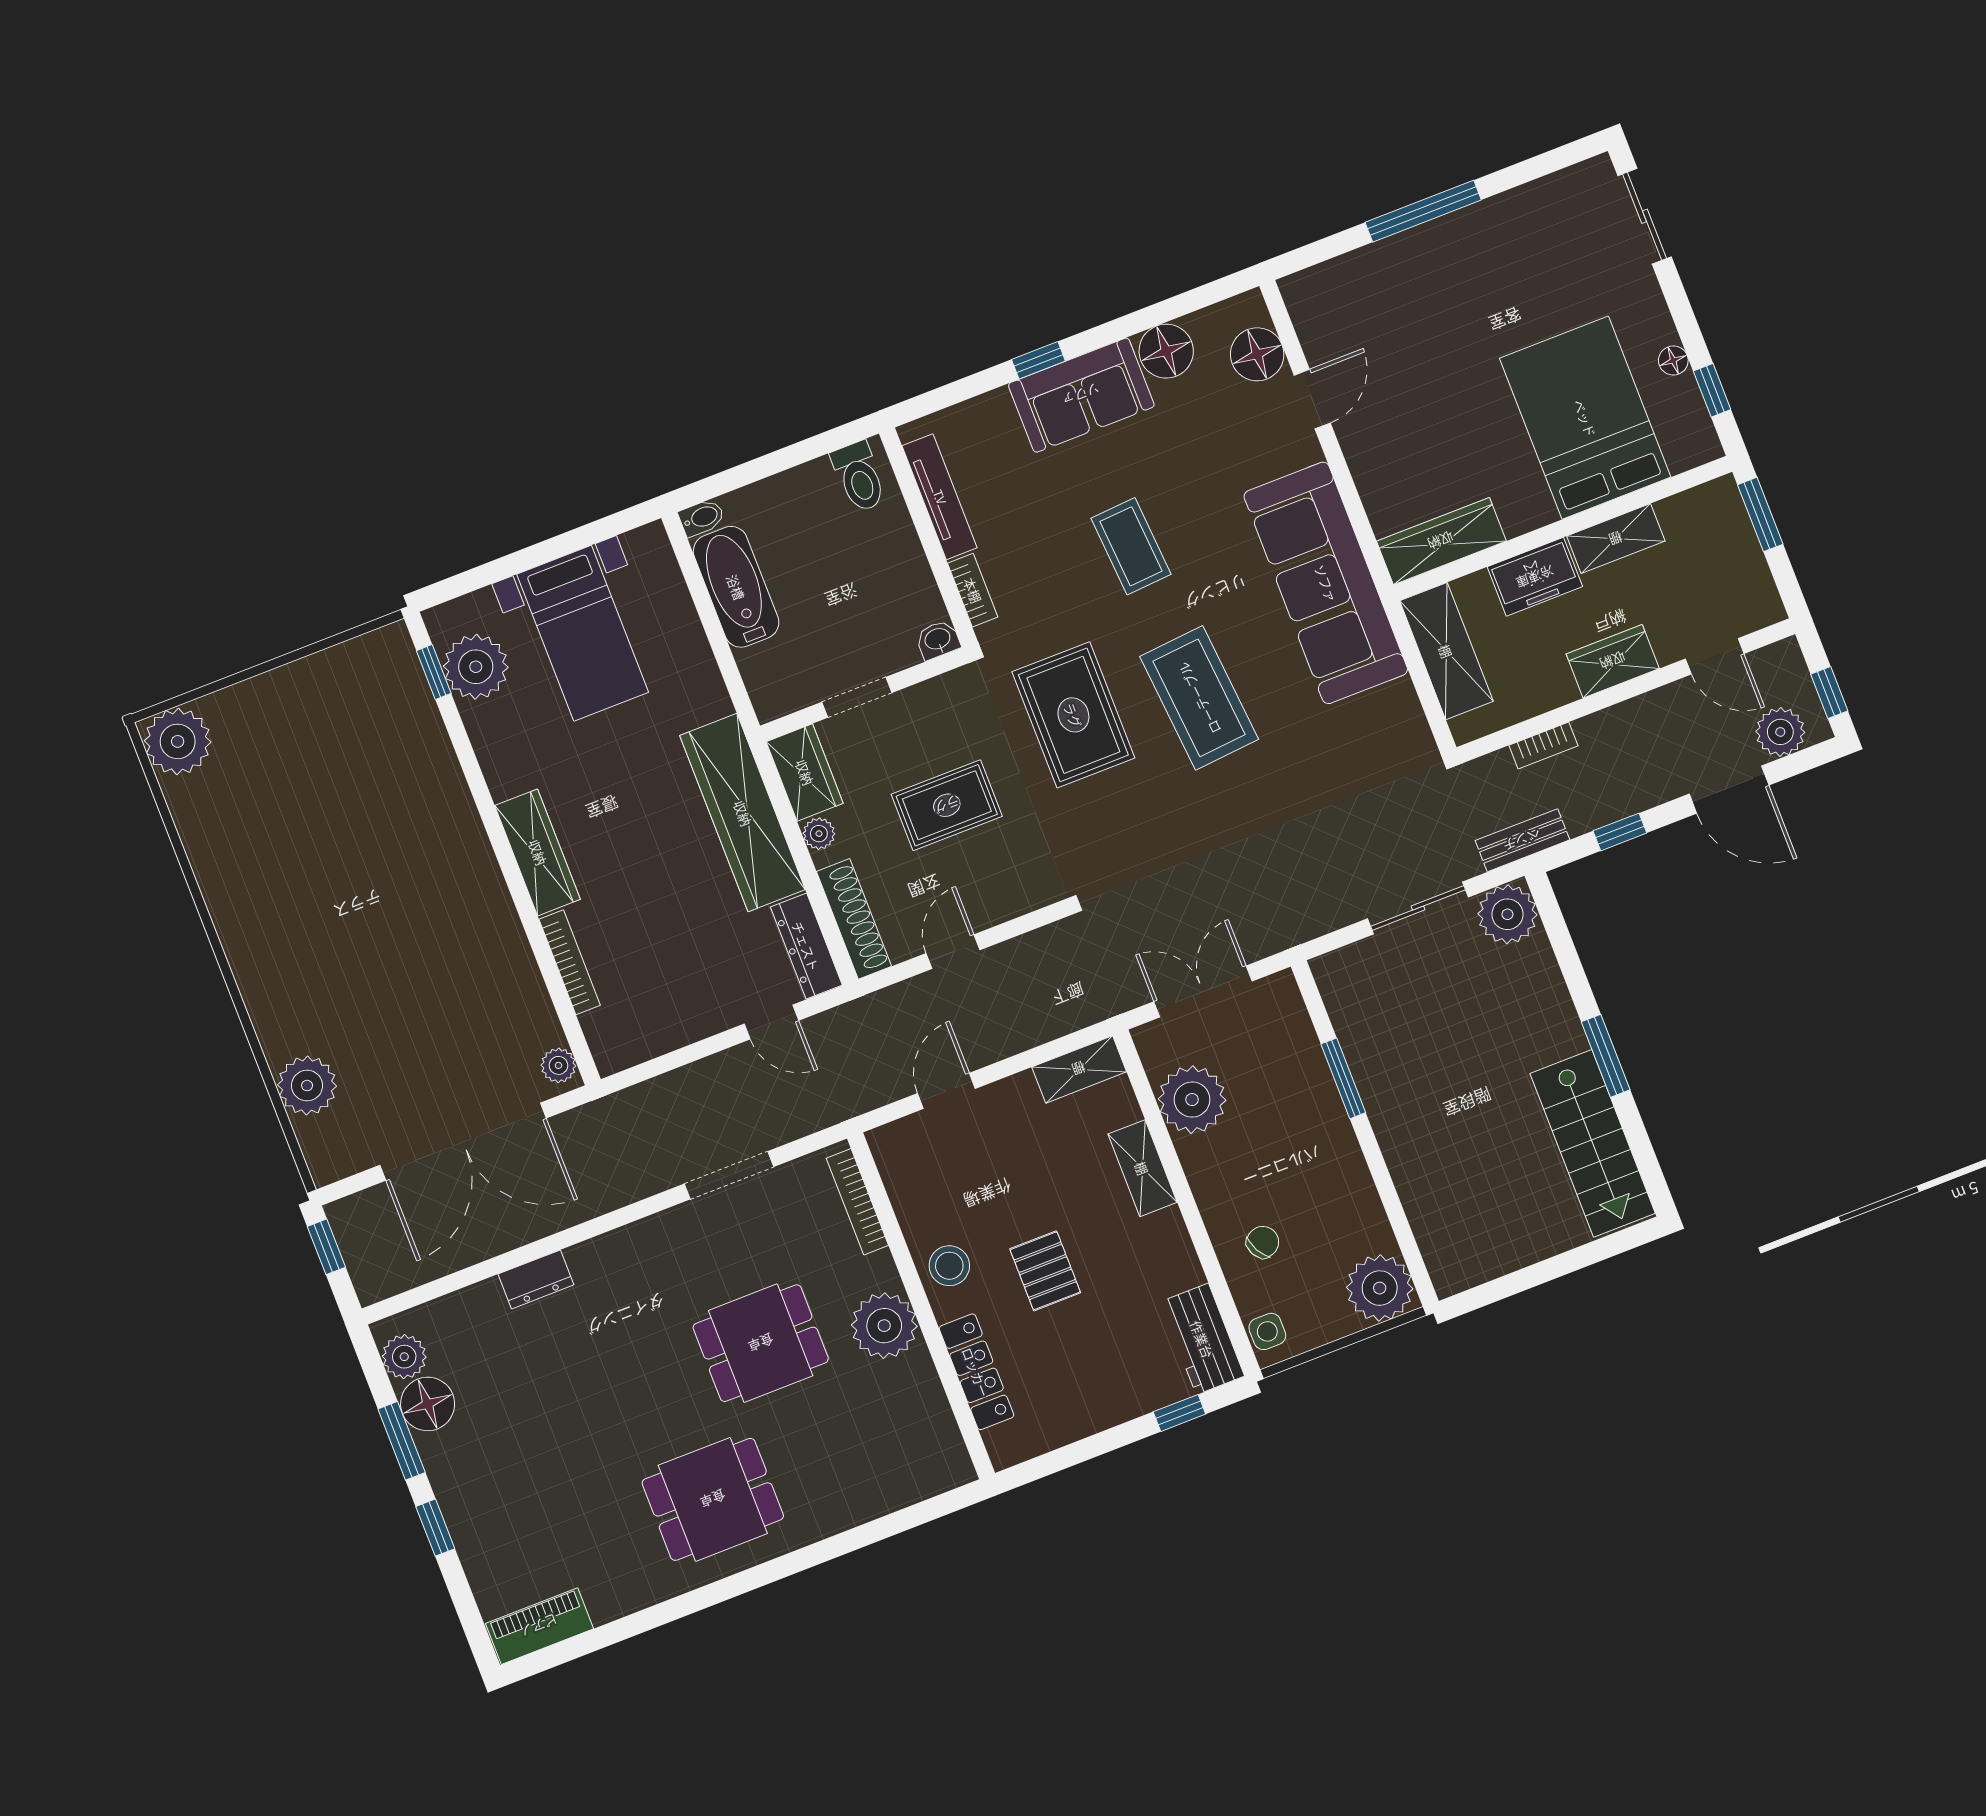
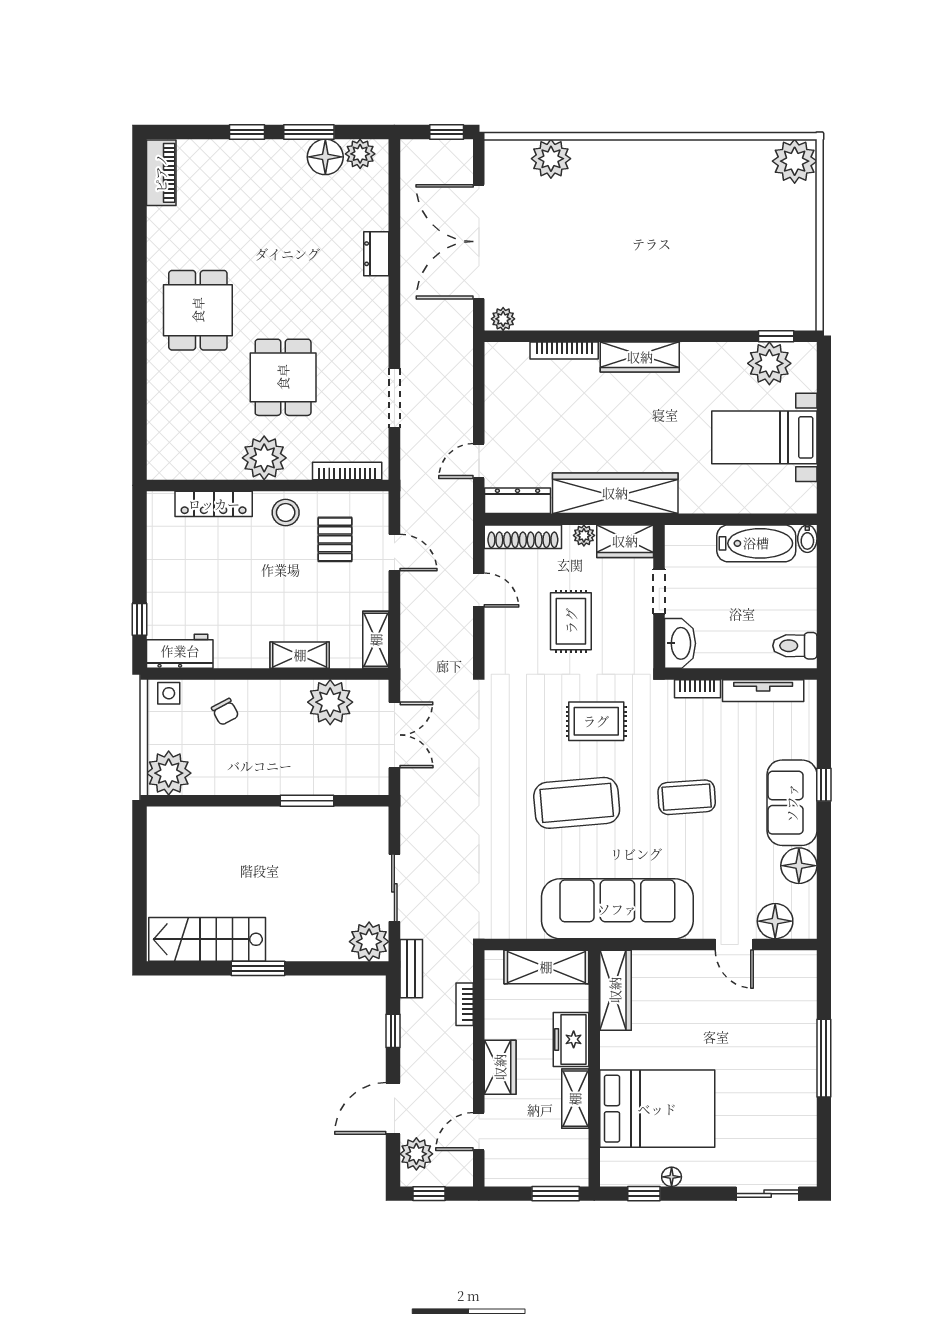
washbasin: (938, 640) -> (680, 643), width x1.91, depth x1.45
rug: (1073, 715) -> (596, 721), width x0.73, depth x0.70
pallet: (1045, 1271) -> (335, 539), moved, turned 90

